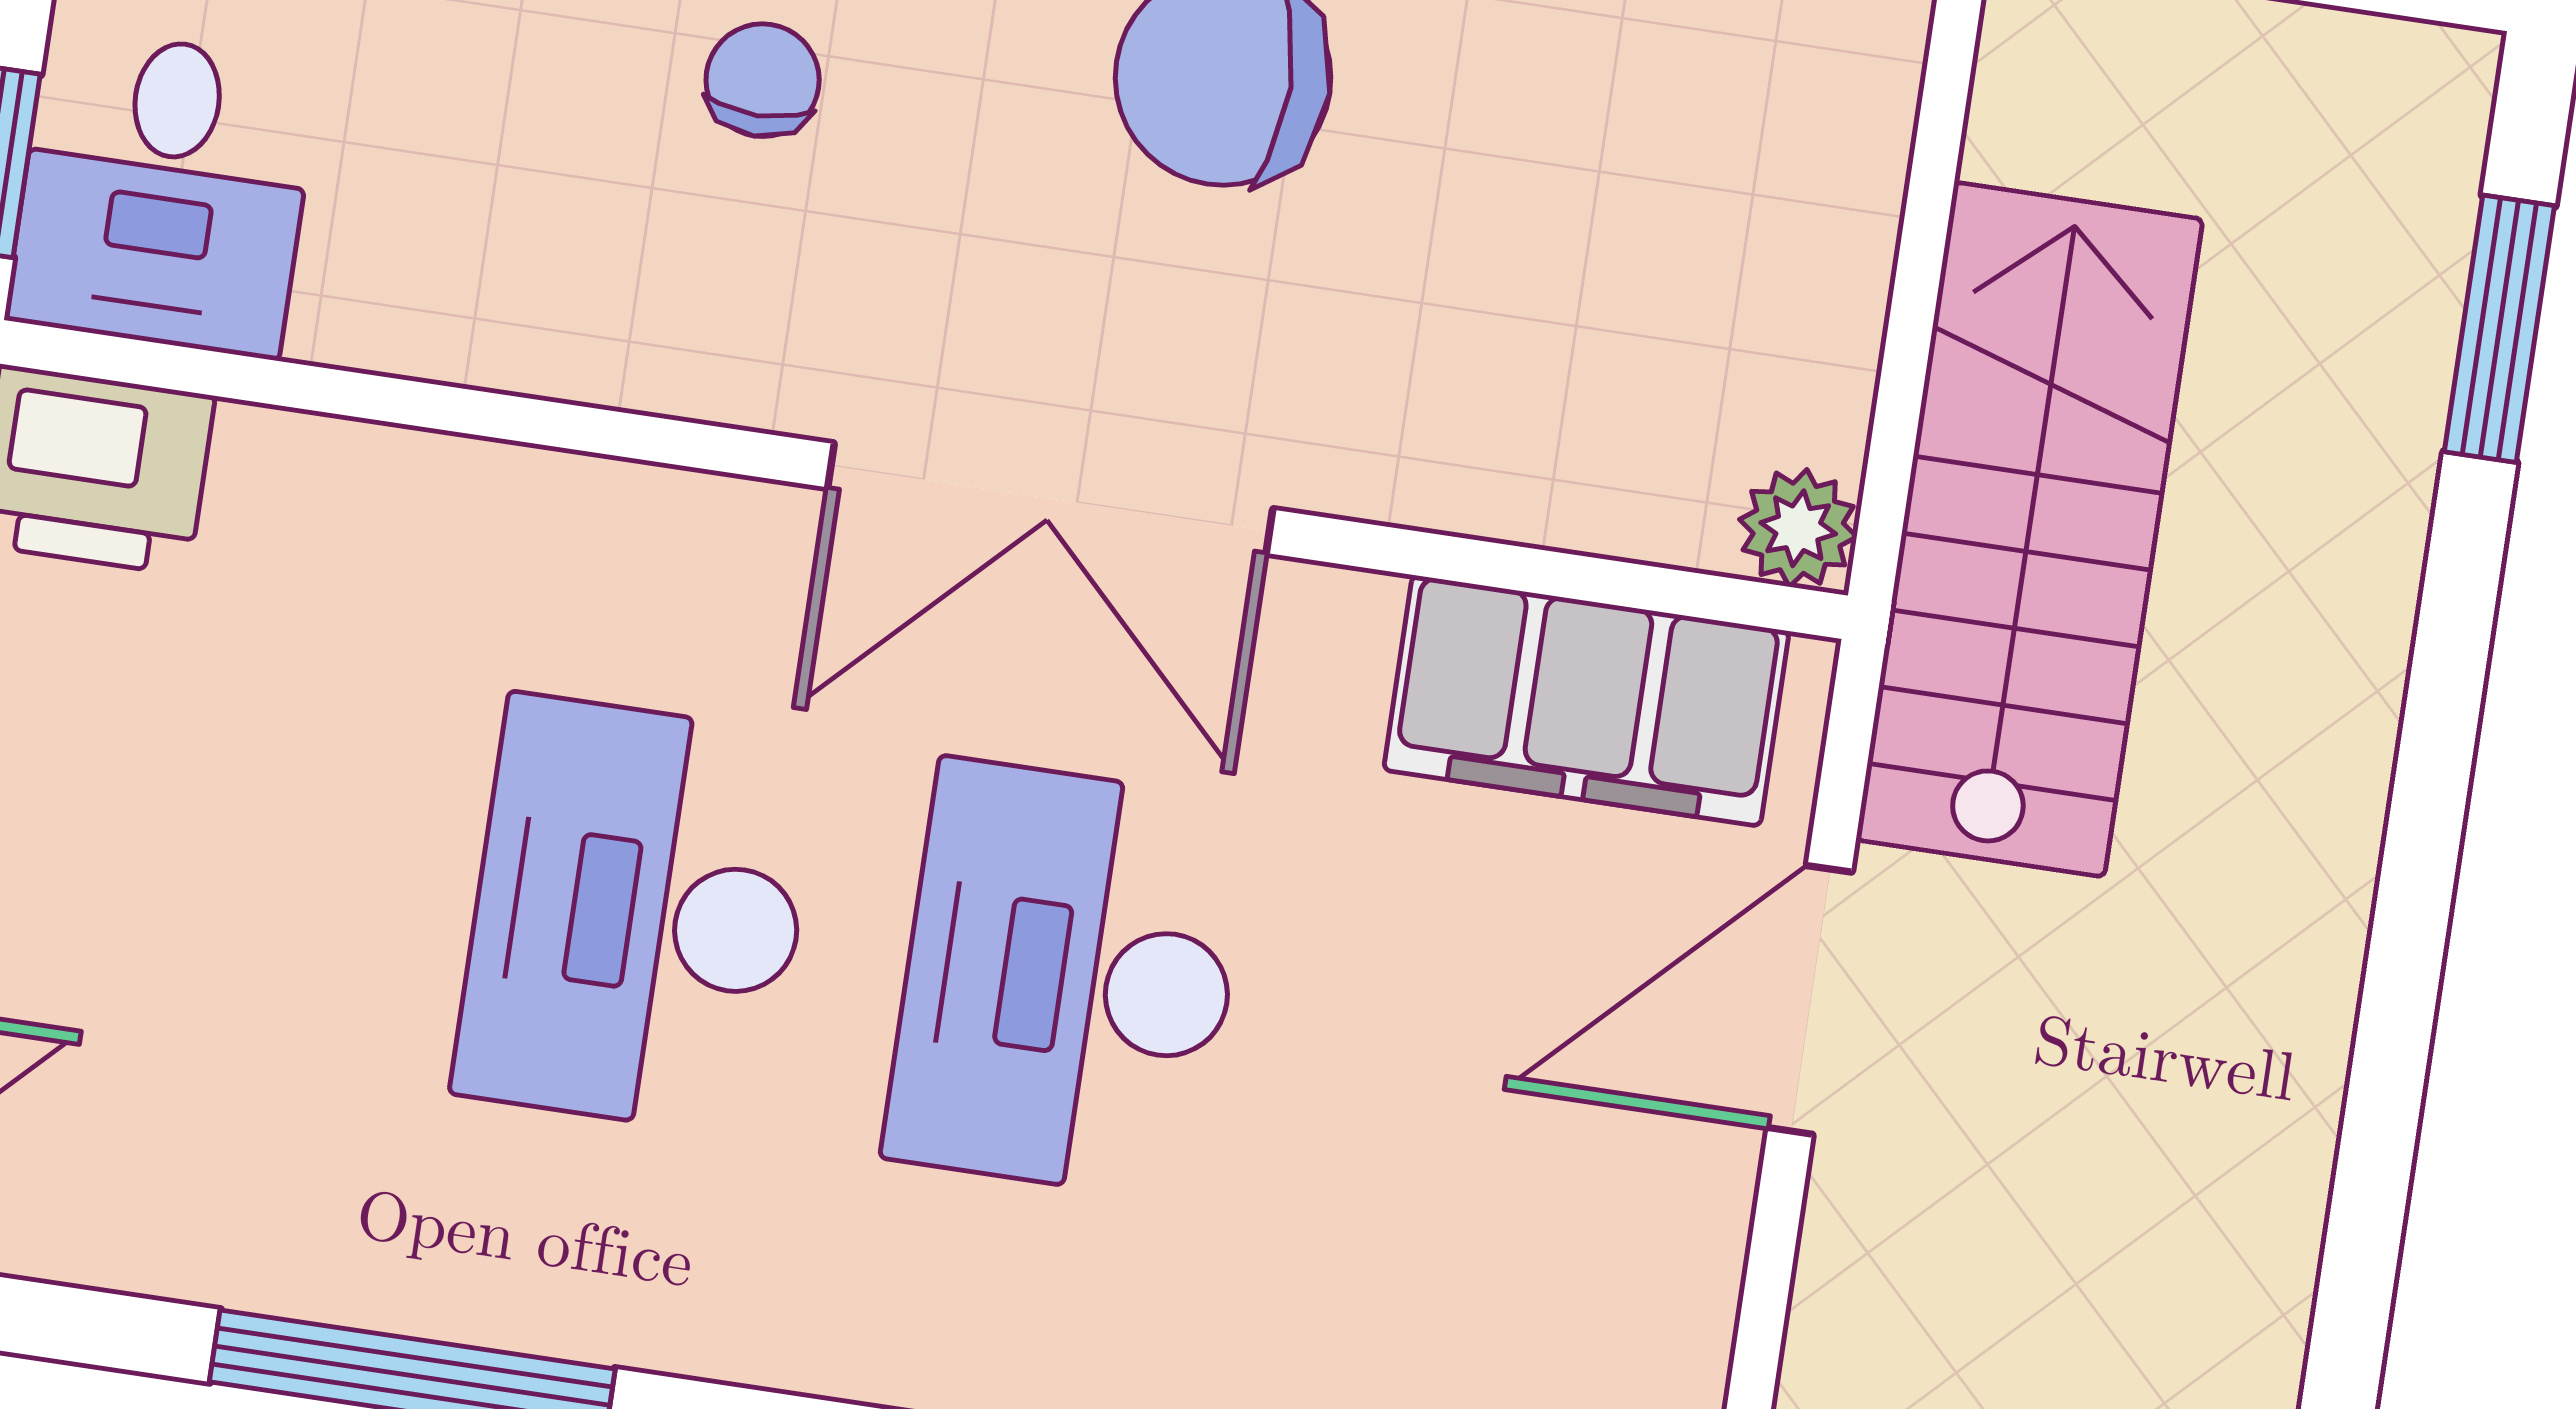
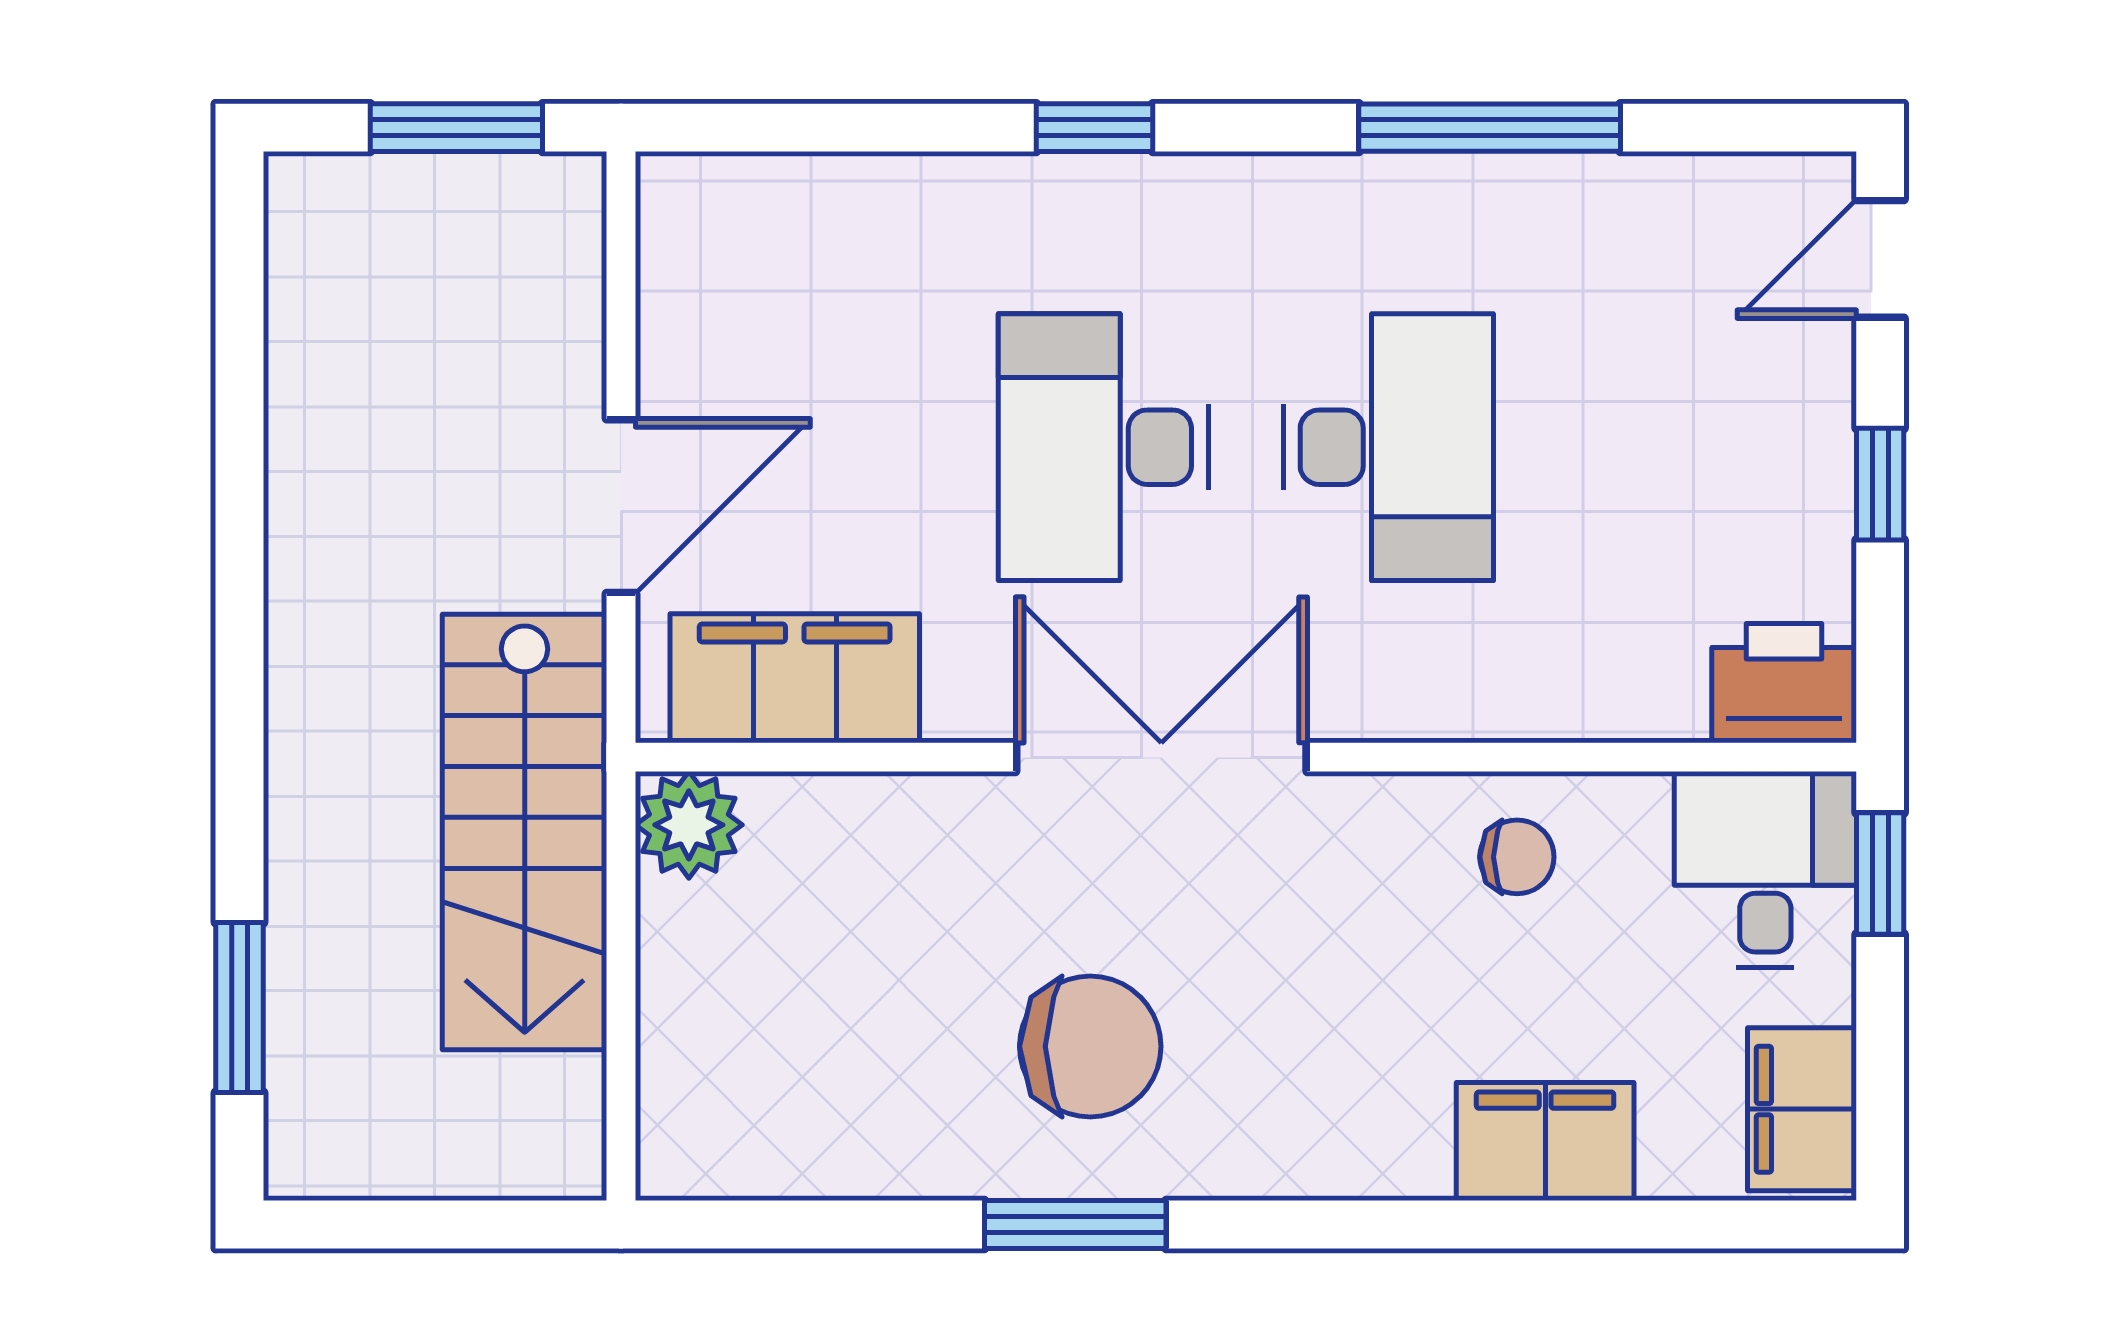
chair: (763, 80) -> (1517, 857), moved, turned -90
plant: (1798, 528) -> (689, 825), width x1.38, depth x1.38
desk: (1068, 980) -> (1103, 447), turned 180

